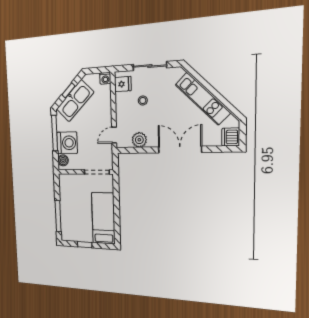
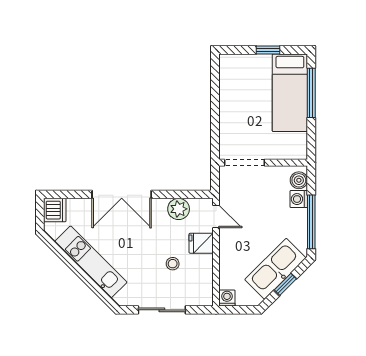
fridge: (123, 84) -> (201, 243), moved
door: (114, 135) -> (216, 217), hinge flipped
washing machine: (67, 143) -> (299, 199), width x0.53, depth x0.53
bed: (103, 218) -> (290, 93), moved

